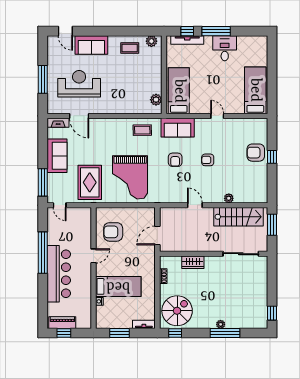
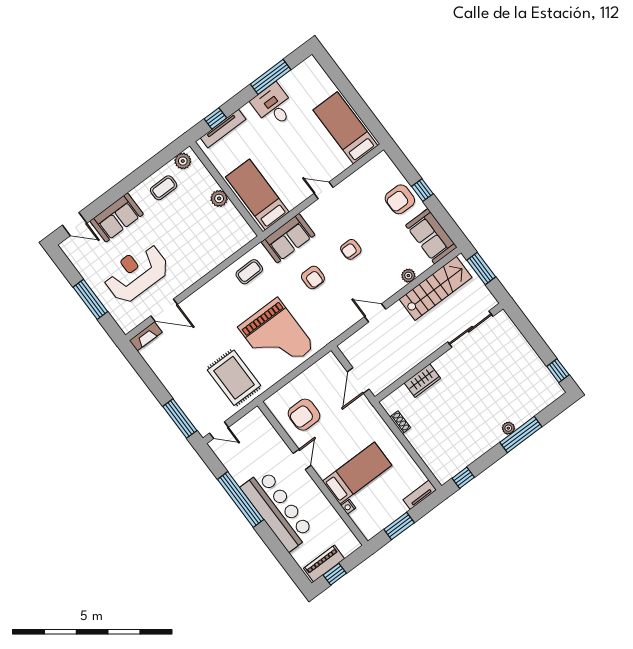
window: (216, 31) -> (271, 77), moved
plant: (156, 100) -> (219, 198), moved
sofa: (57, 156) -> (431, 236), moved, turned 180
spiral stairs: (177, 311) -> (446, 450), removed

